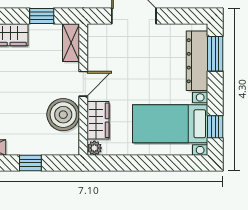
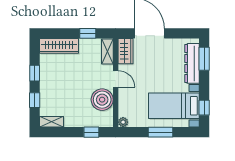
door: (83, 84) -> (116, 79), hinge flipped
wardrobe: (98, 120) -> (125, 51), moved
window: (30, 163) -> (91, 132), moved
window: (150, 163) -> (160, 132), added

